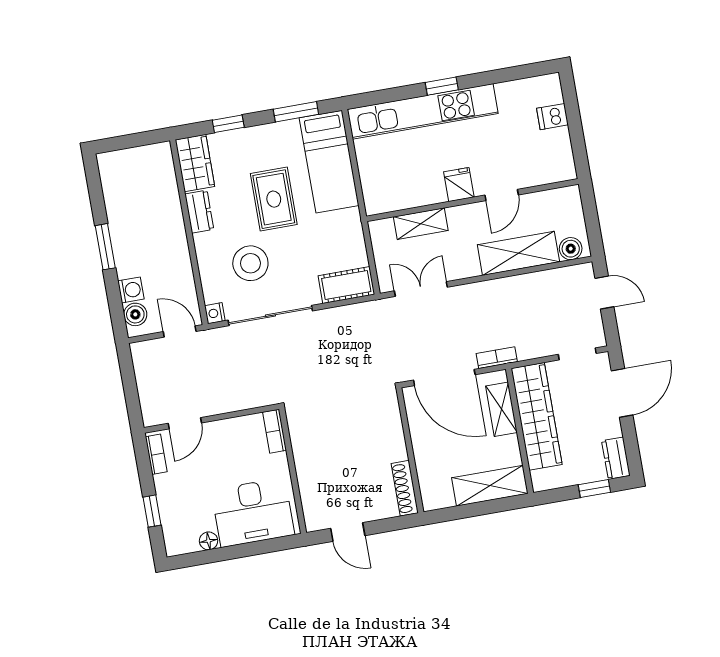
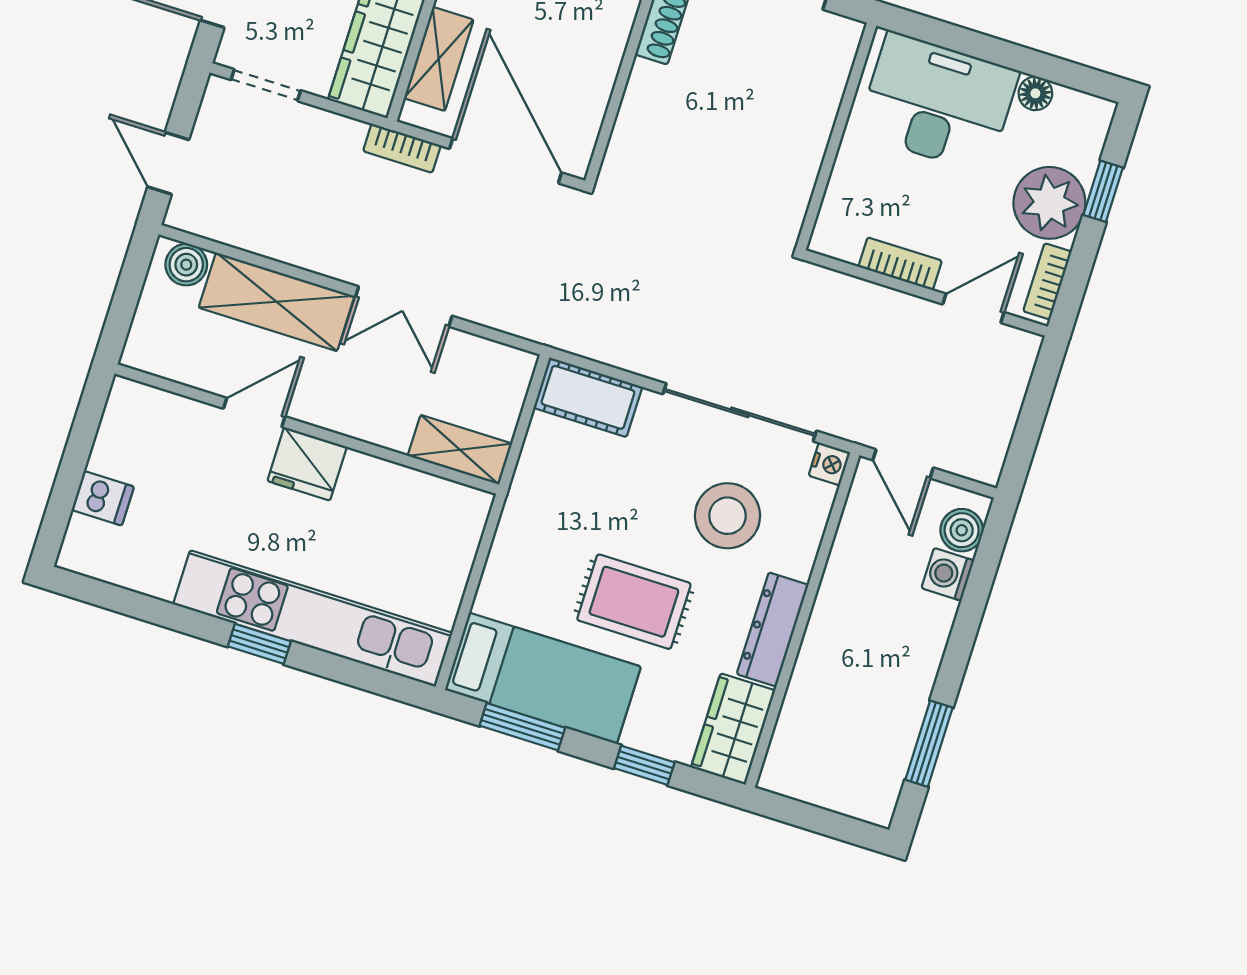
bed: (329, 162) -> (543, 678), moved, turned 90
fridge: (459, 185) -> (307, 464), width x1.38
rug: (274, 199) -> (634, 602), turned 90
dresser: (199, 212) -> (773, 629), width x1.44
shelving: (421, 224) -> (460, 450), moved
window: (105, 247) -> (929, 744), moved
double door: (421, 289) -> (404, 306), moved
bookcase: (275, 431) -> (900, 264), moved, turned -90
plant: (175, 492) -> (1049, 203), added

